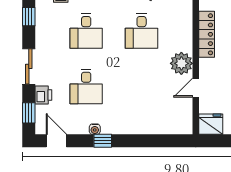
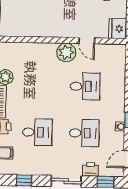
desk: (142, 31) -> (85, 86), moved
locker: (207, 34) -> (42, 31), removed

